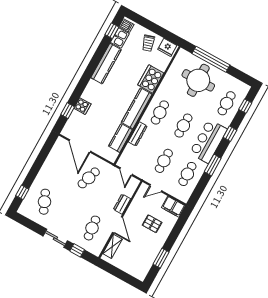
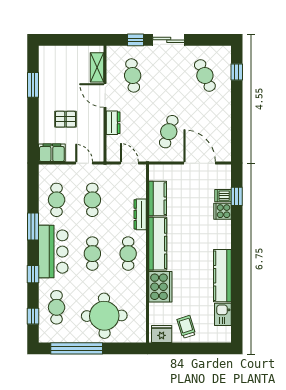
dishwasher: (126, 26) -> (223, 196), moved
window: (112, 31) -> (237, 318), removed
window: (211, 59) -> (77, 348), moved
door: (156, 188) -> (84, 163), hinge flipped

